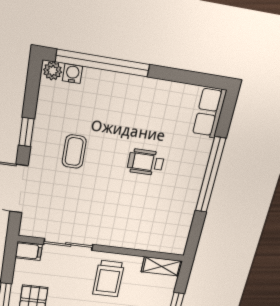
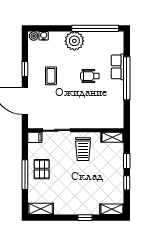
window: (103, 63) -> (95, 28), moved
plant: (130, 93) -> (74, 41), added
row of seats: (209, 112) -> (118, 67), moved

